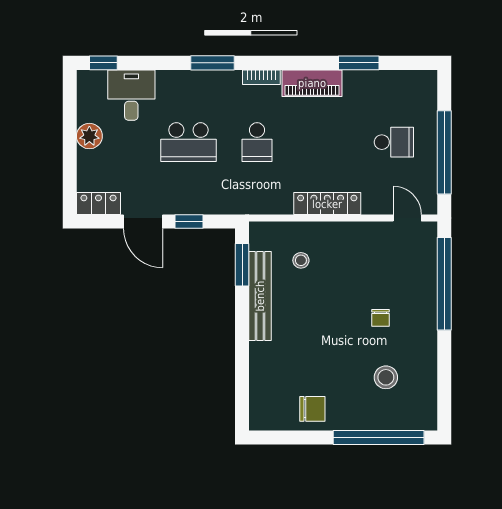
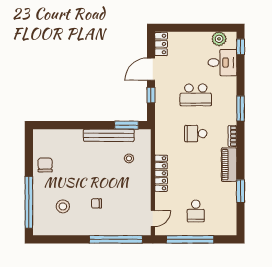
plant: (89, 136) -> (219, 39), moved
school desk: (188, 142) -> (196, 95), turned -90
chair: (312, 409) -> (45, 165), turned 180

